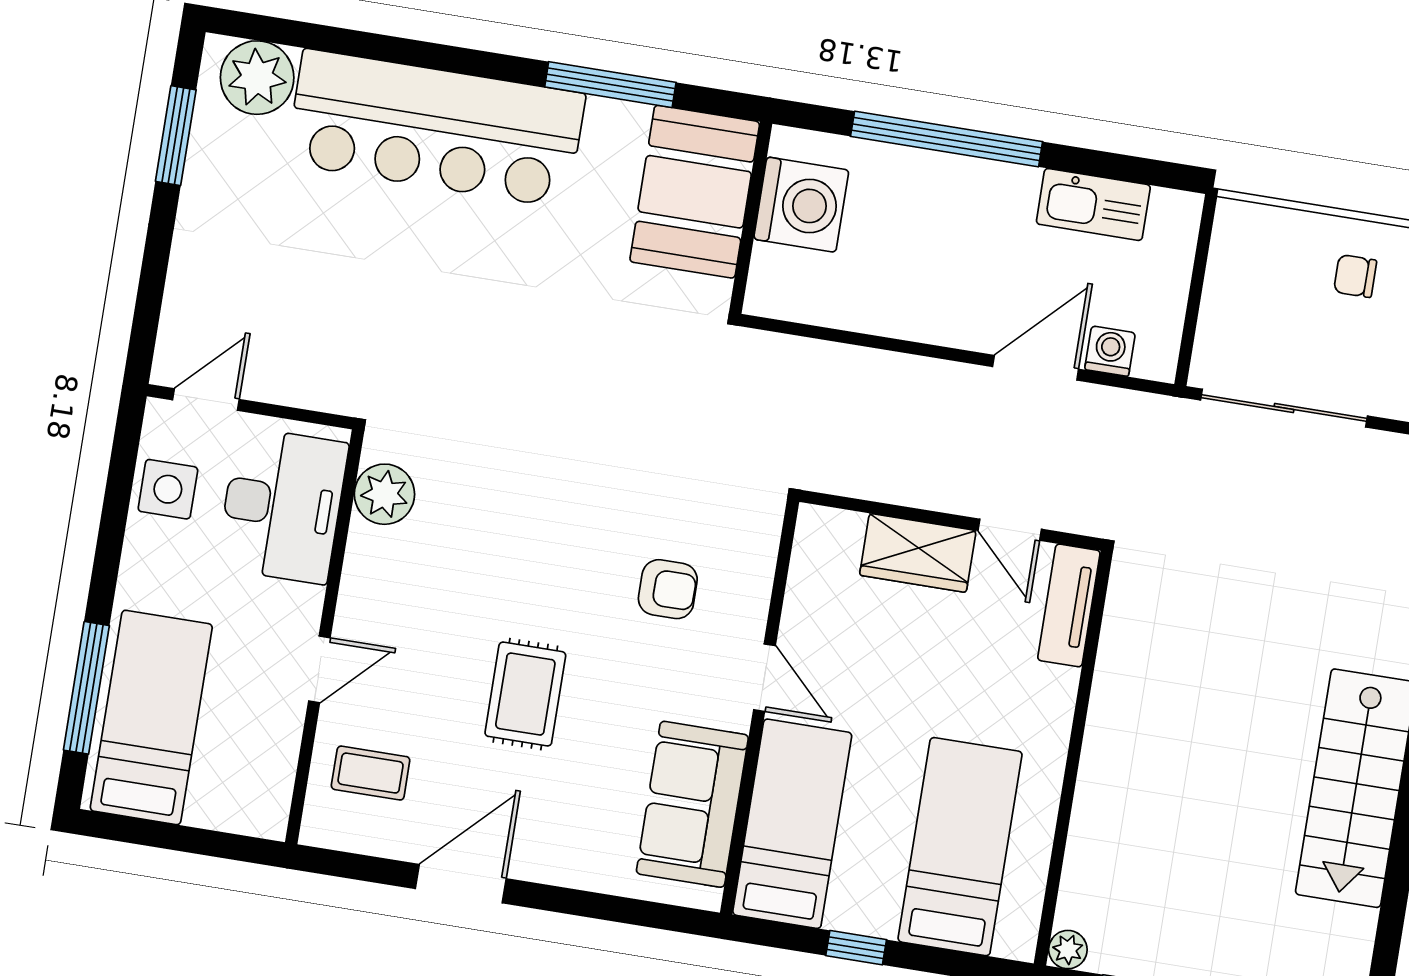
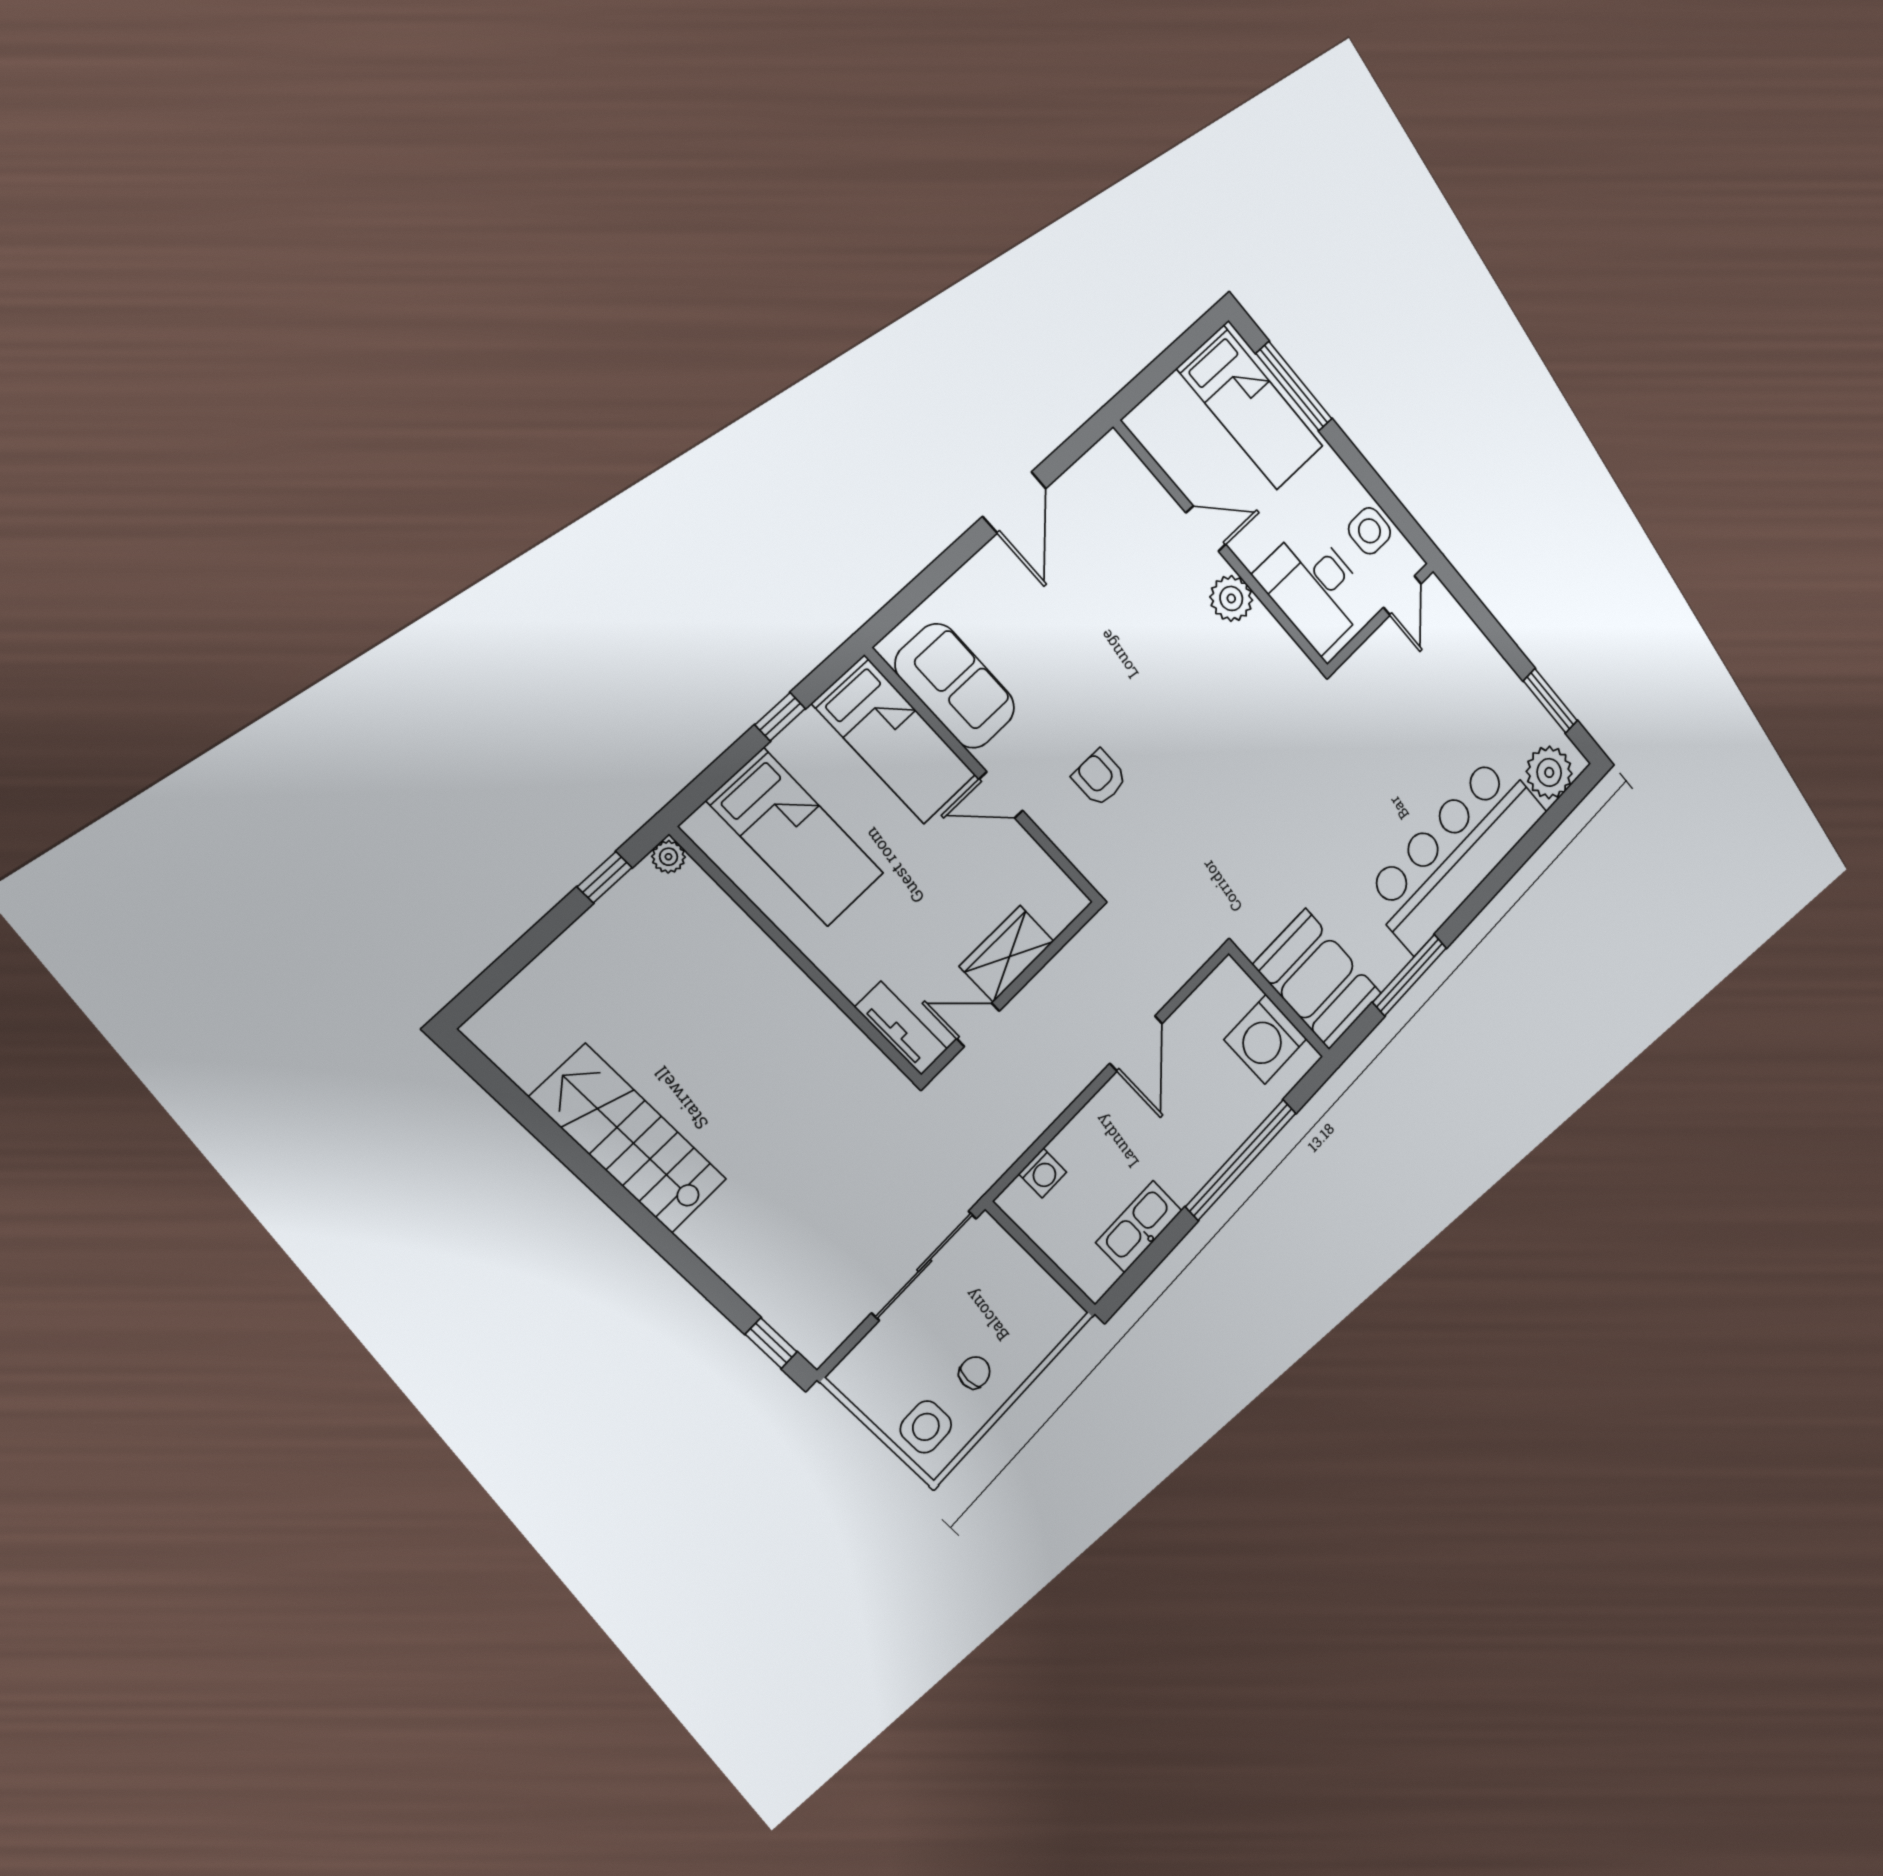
door: (1036, 368) -> (1136, 1043), moved
plant: (384, 494) -> (1231, 598), moved
armchair: (668, 589) -> (1100, 778), turned 90
door: (319, 669) -> (1206, 529), swing flipped
rug: (525, 694) -> (1101, 639), removed
coffee table: (371, 773) -> (1123, 506), removed

